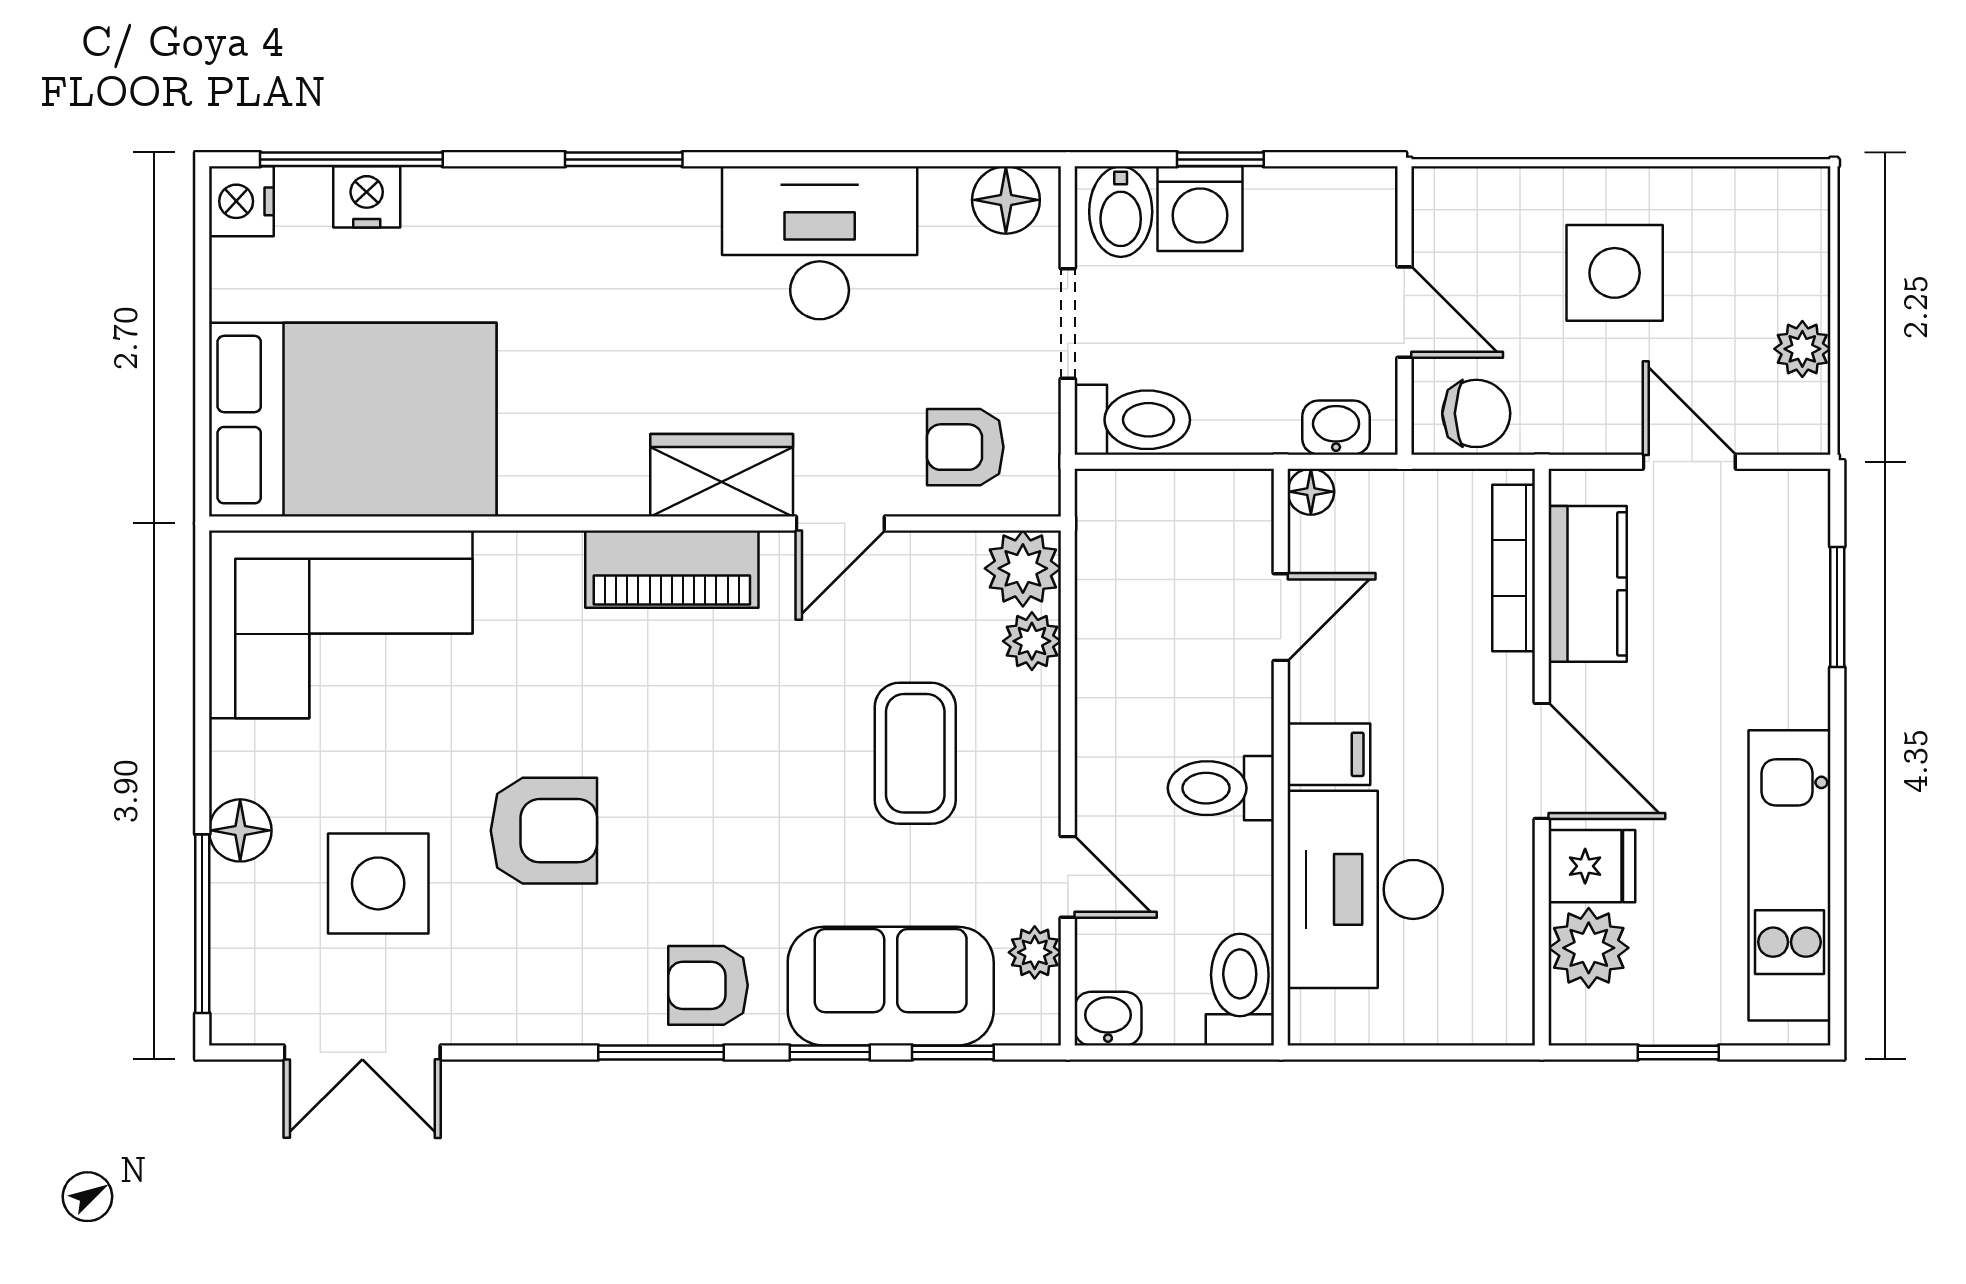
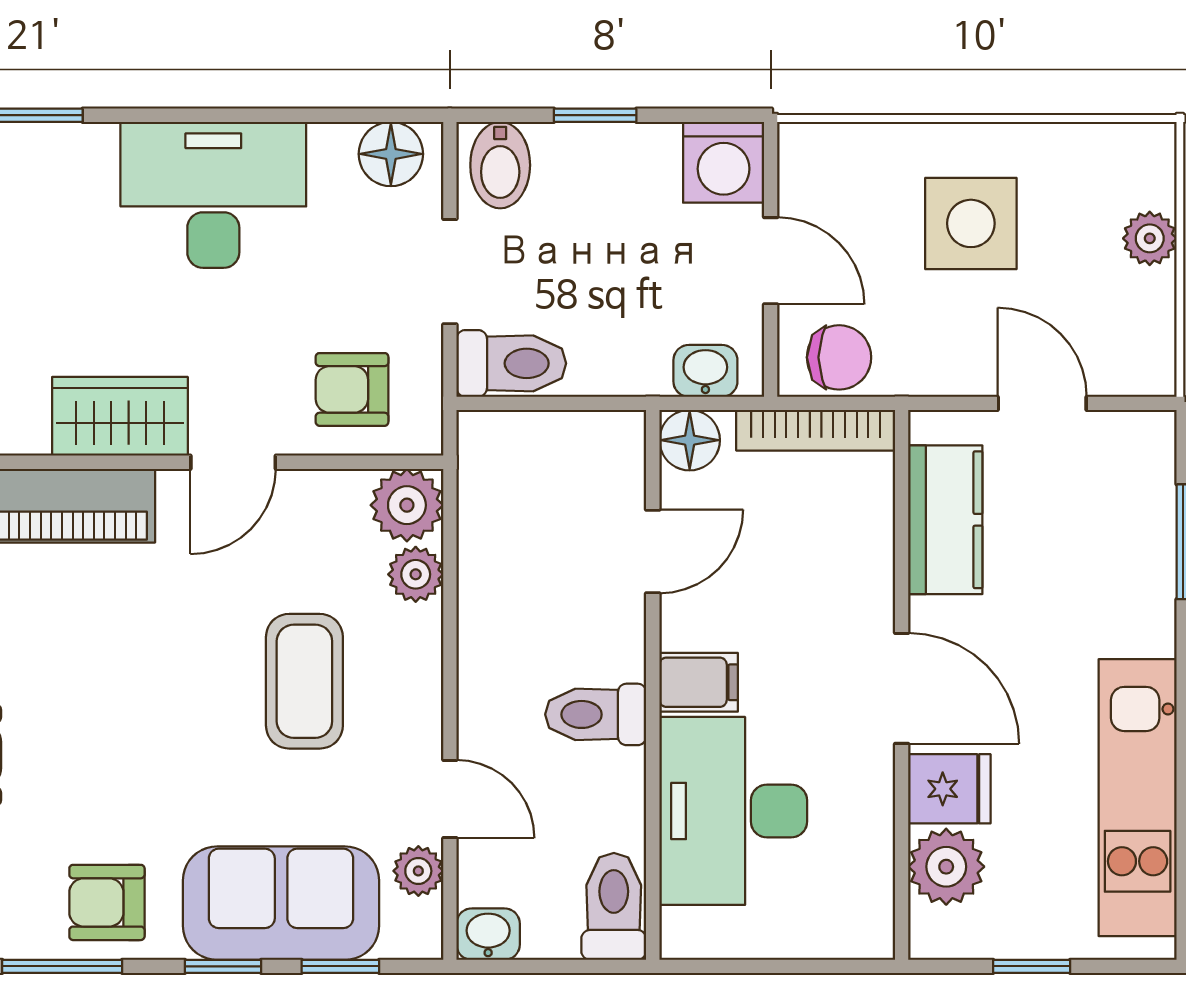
washing machine: (1200, 209) -> (724, 162), moved
plant: (1802, 349) -> (1150, 238), moved
floor lamp: (1311, 492) -> (690, 440), width x1.37, depth x1.37
bookcase: (1514, 568) -> (816, 430), moved, turned -90

